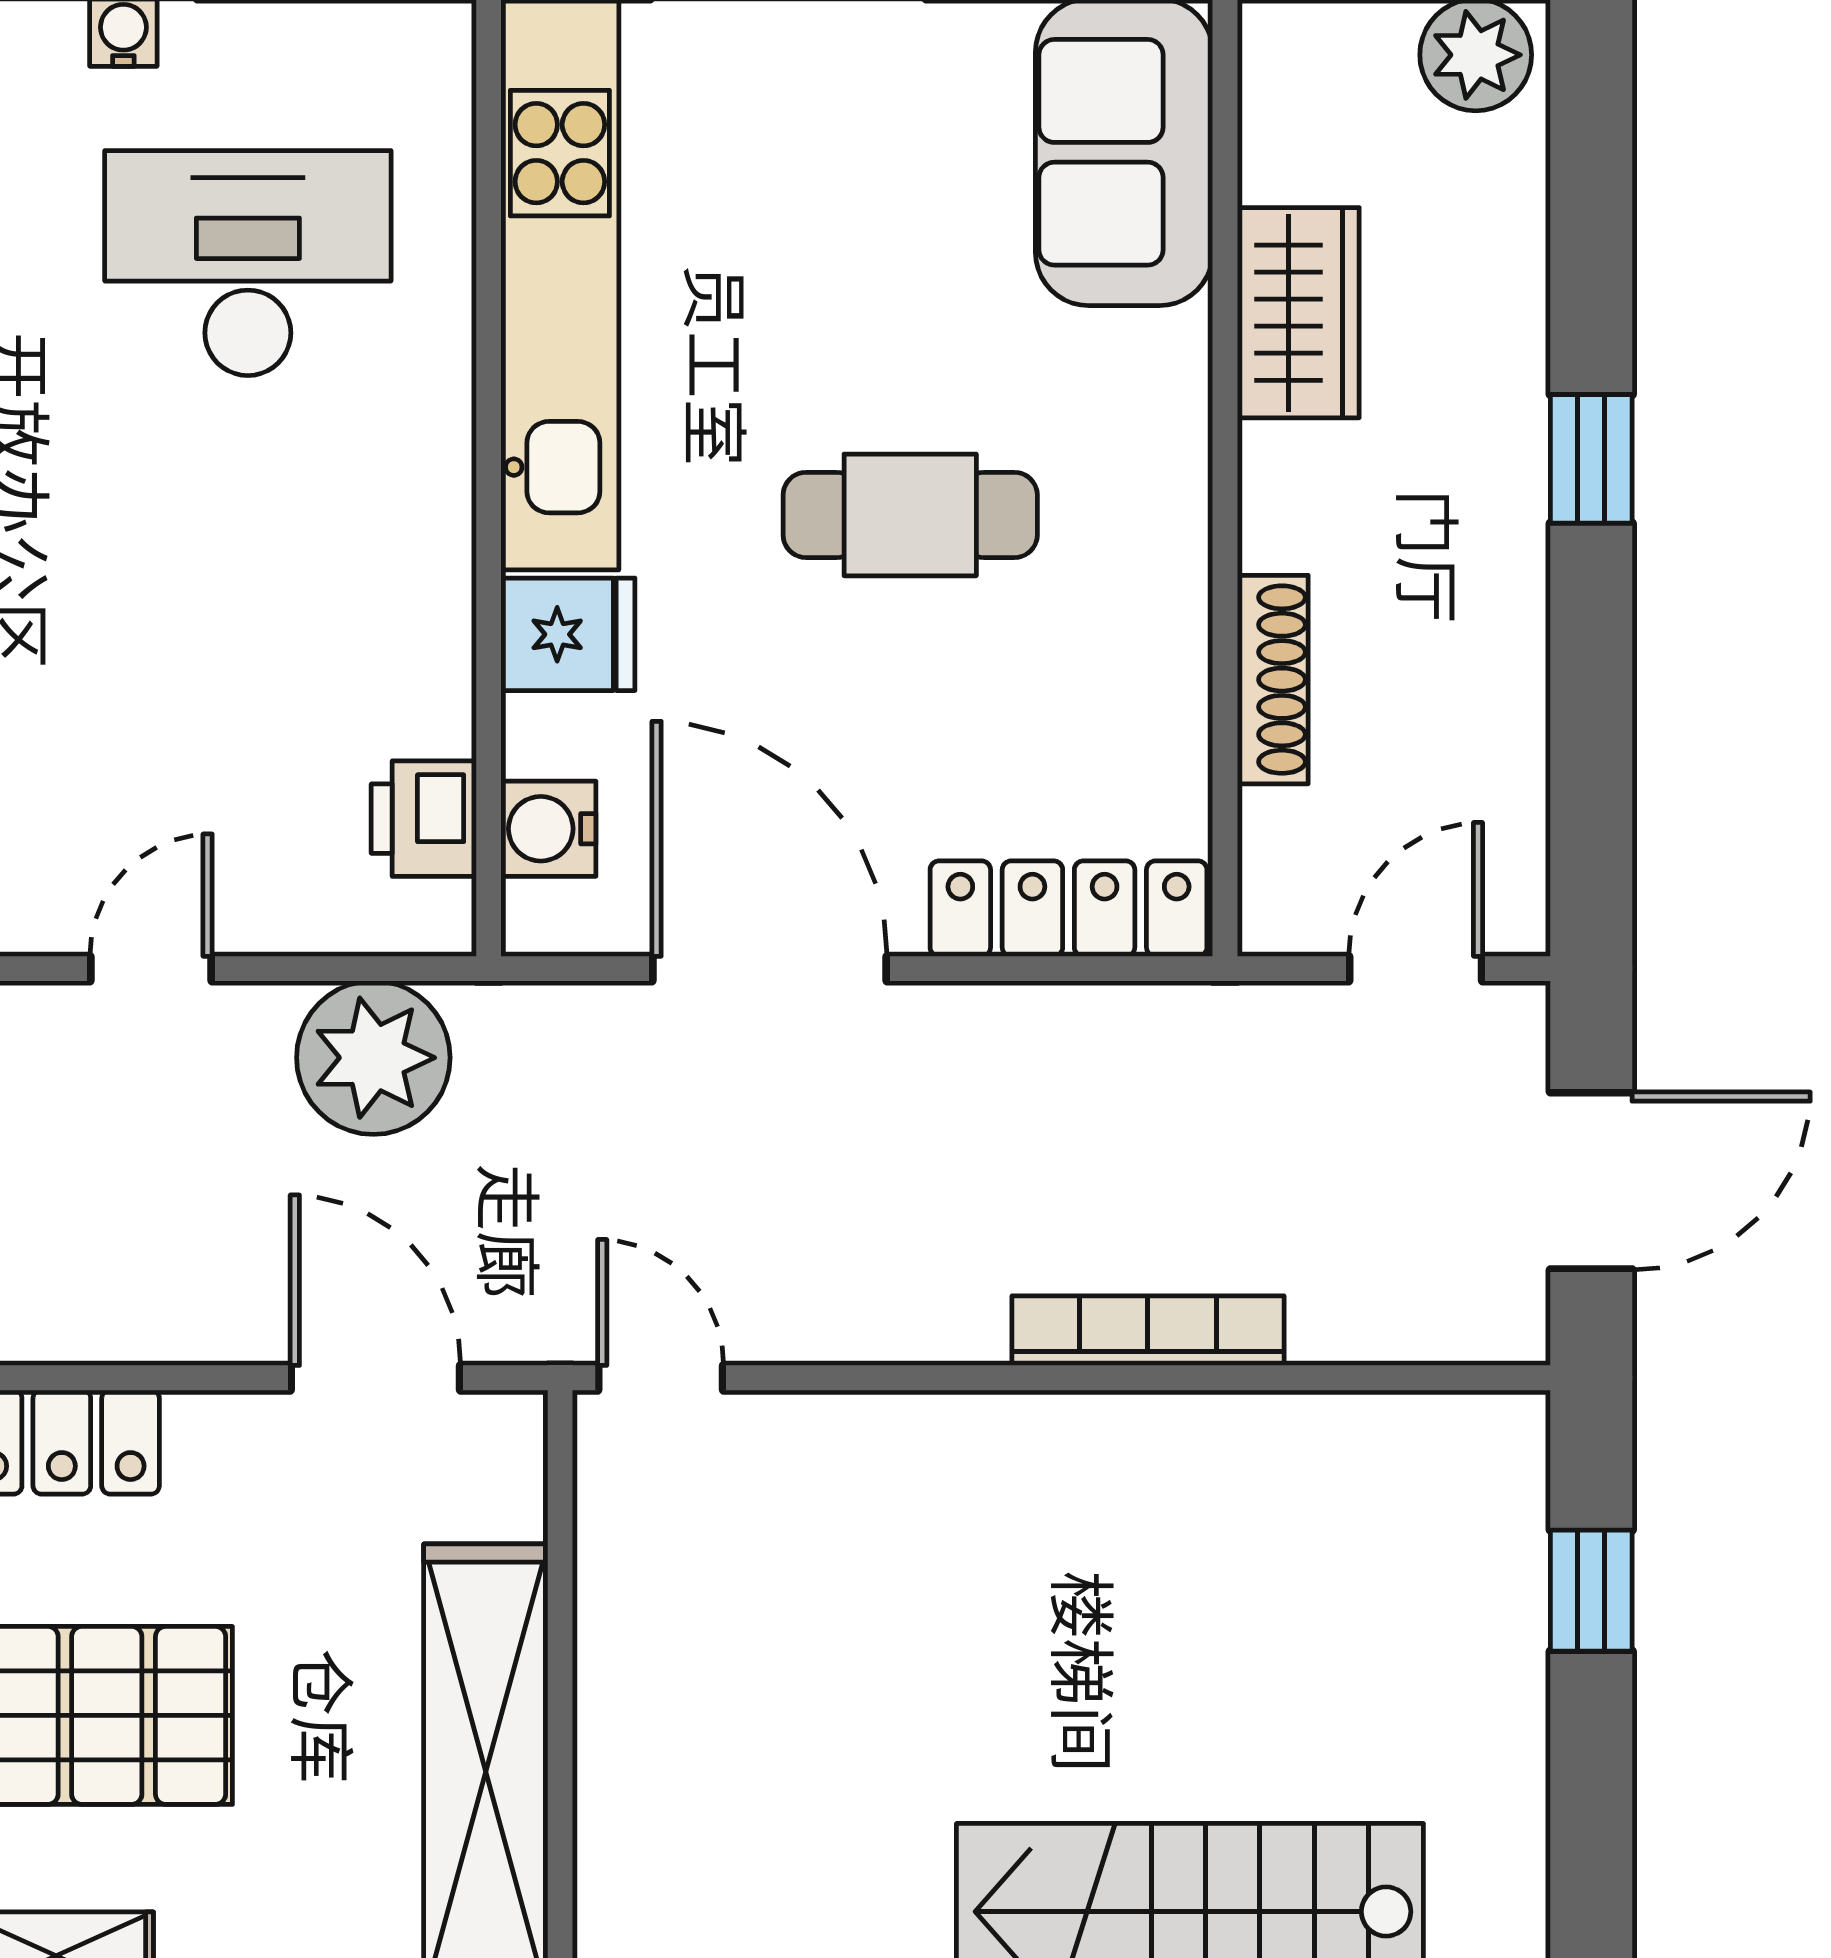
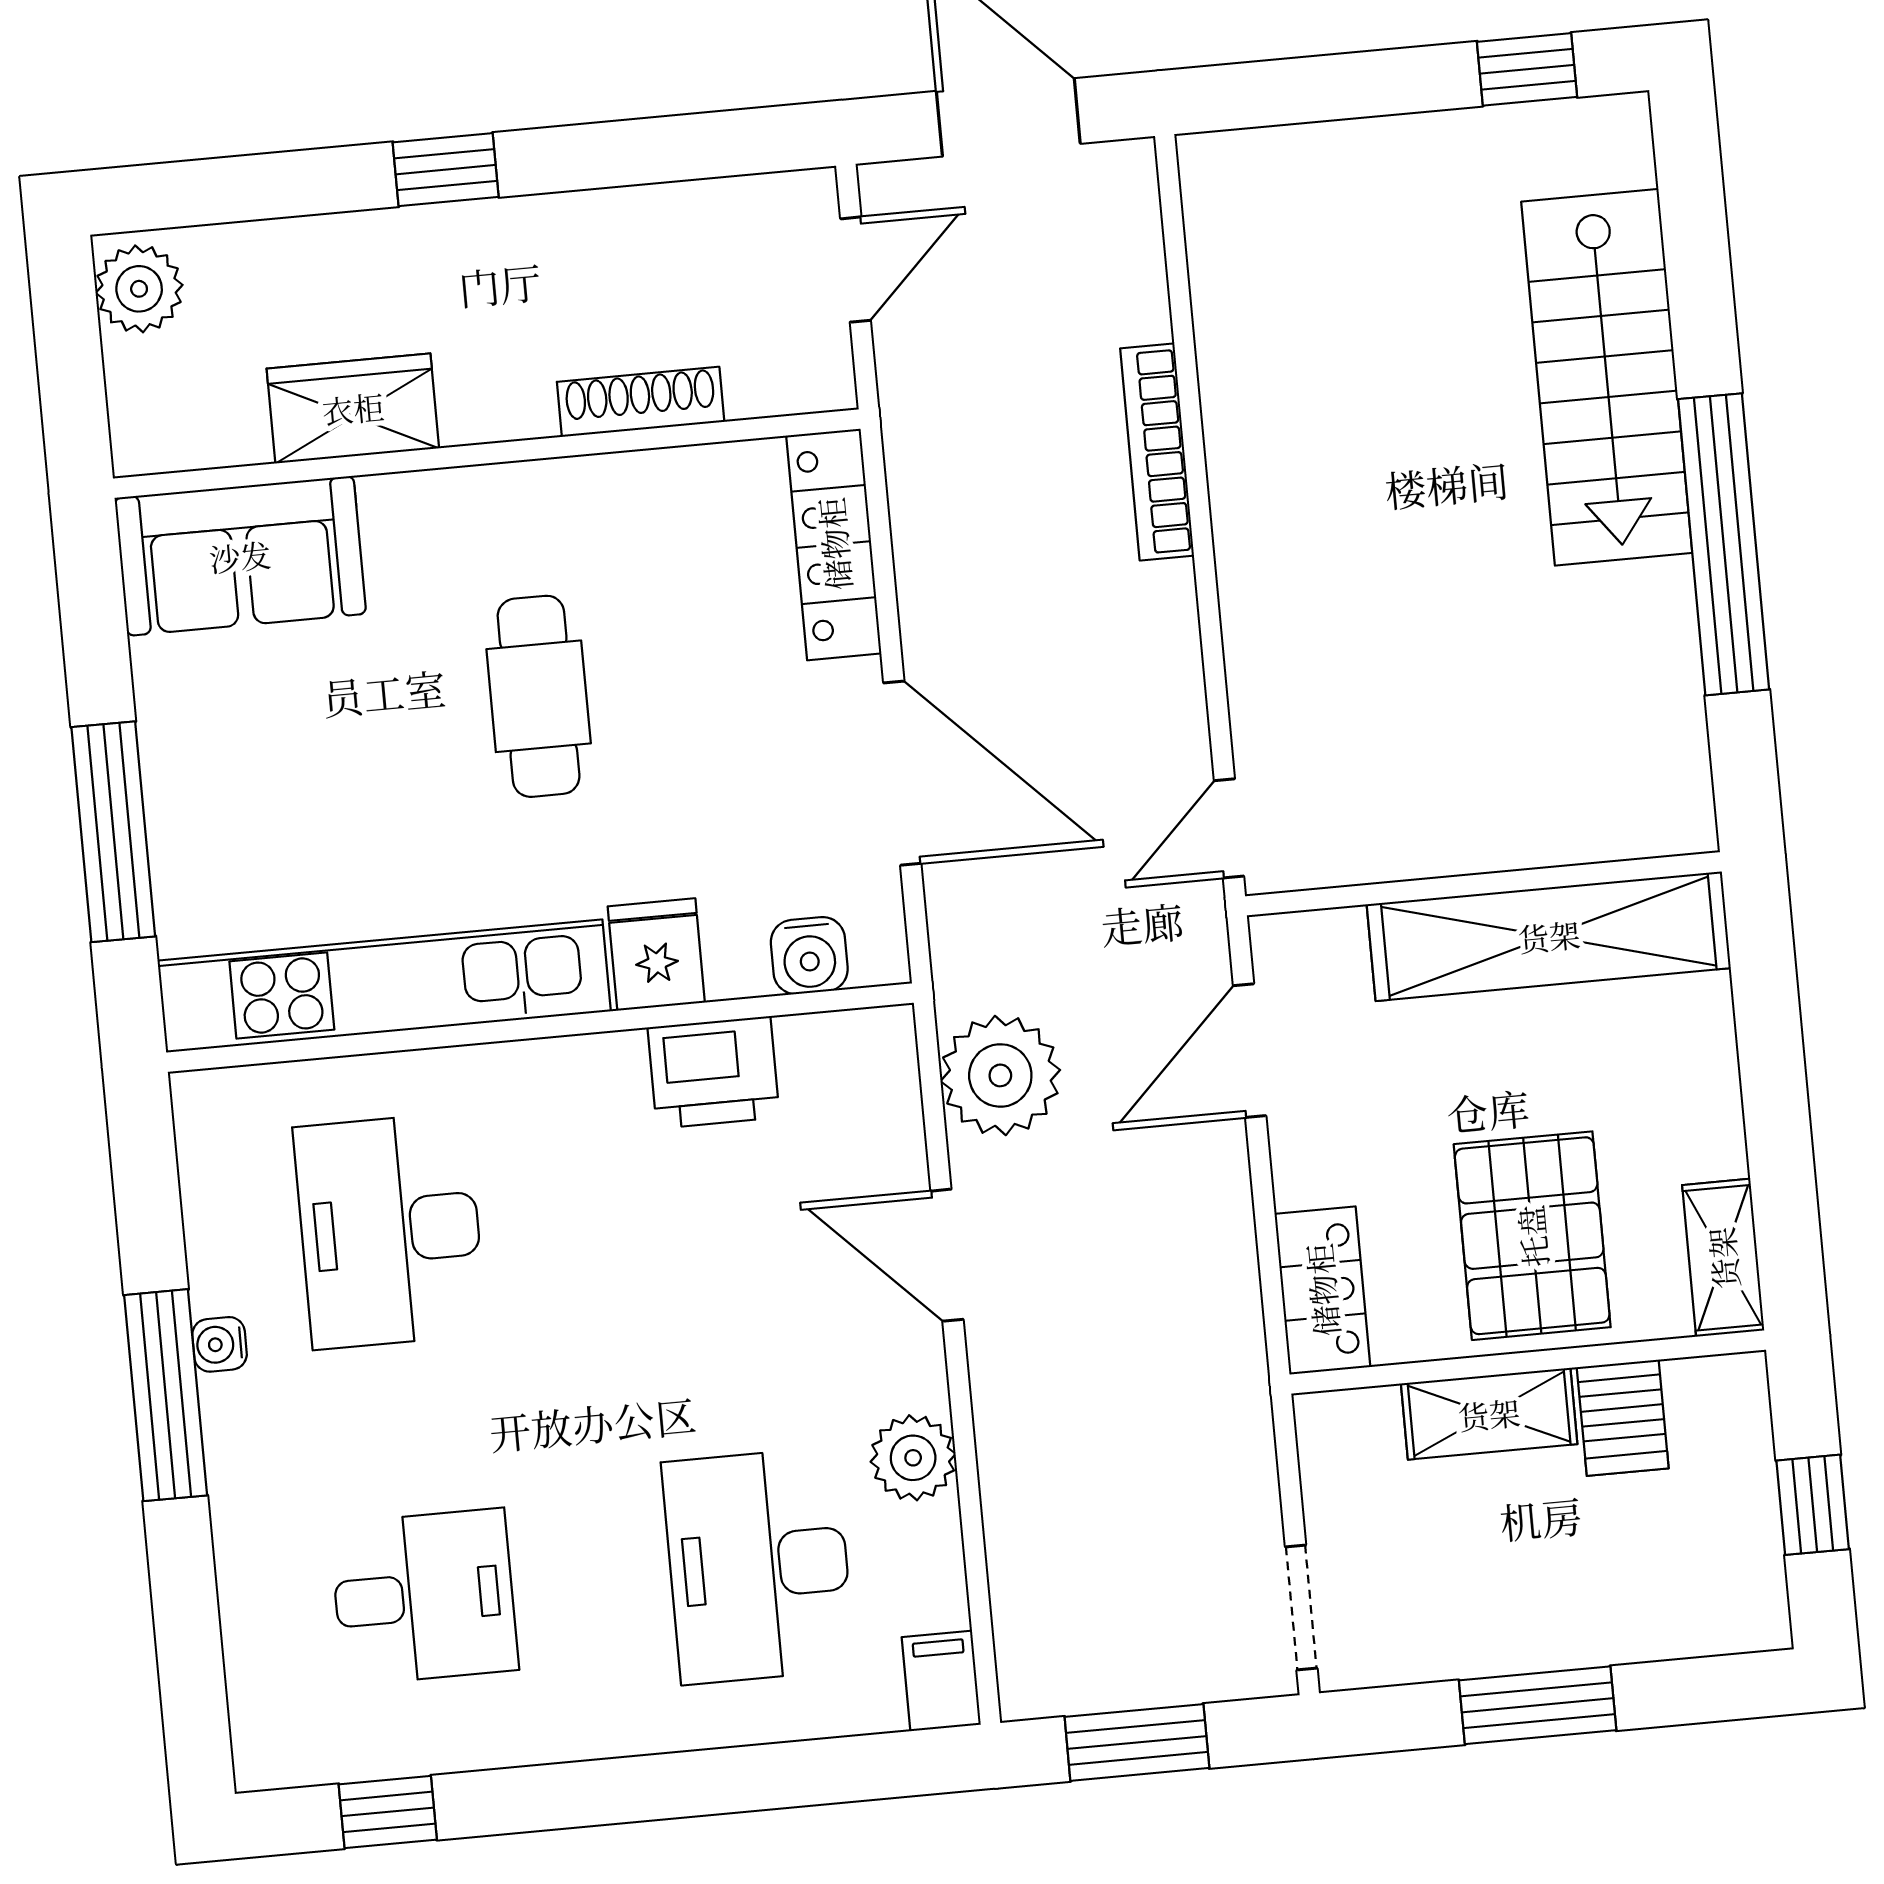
printer: (424, 819) -> (714, 1072), moved, width x1.36, depth x1.24
door: (151, 969) -> (947, 1255), width x1.37
door: (770, 969) -> (902, 773), swing flipped
door: (1416, 969) -> (856, 270), swing flipped
window: (1591, 1591) -> (1527, 69), moved

